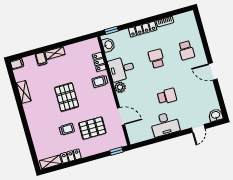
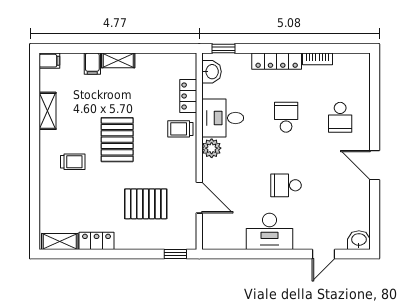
school desk: (167, 96) -> (286, 185), turned 180
trolley: (67, 129) -> (73, 162), moved

